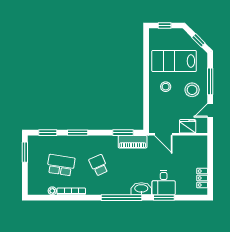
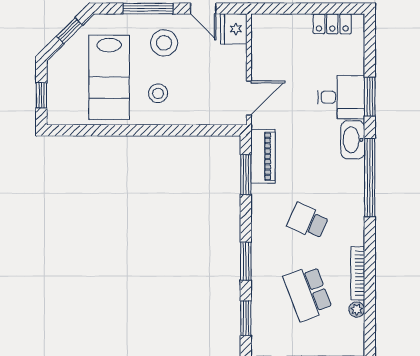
fridge: (188, 126) -> (234, 29), moved
school desk: (61, 165) -> (308, 293), turned -30
school desk: (99, 165) -> (308, 221), turned 48

